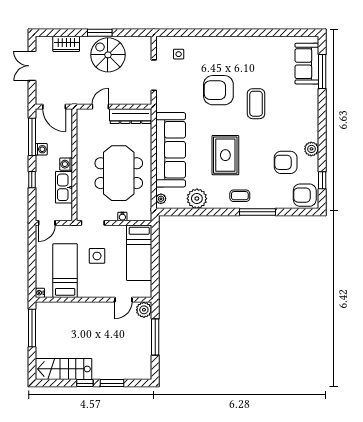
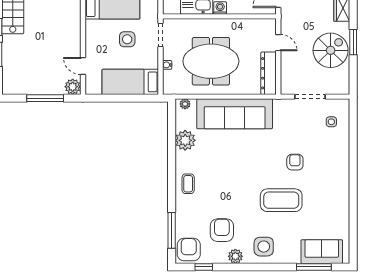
armchair: (218, 90) -> (295, 162), width x0.53, depth x0.53
coffee table: (256, 104) -> (281, 200), width x1.36, depth x1.32
side table: (302, 121) -> (264, 247), added
rug: (225, 155) -> (229, 169), removed
window: (257, 212) -> (172, 230), moved

